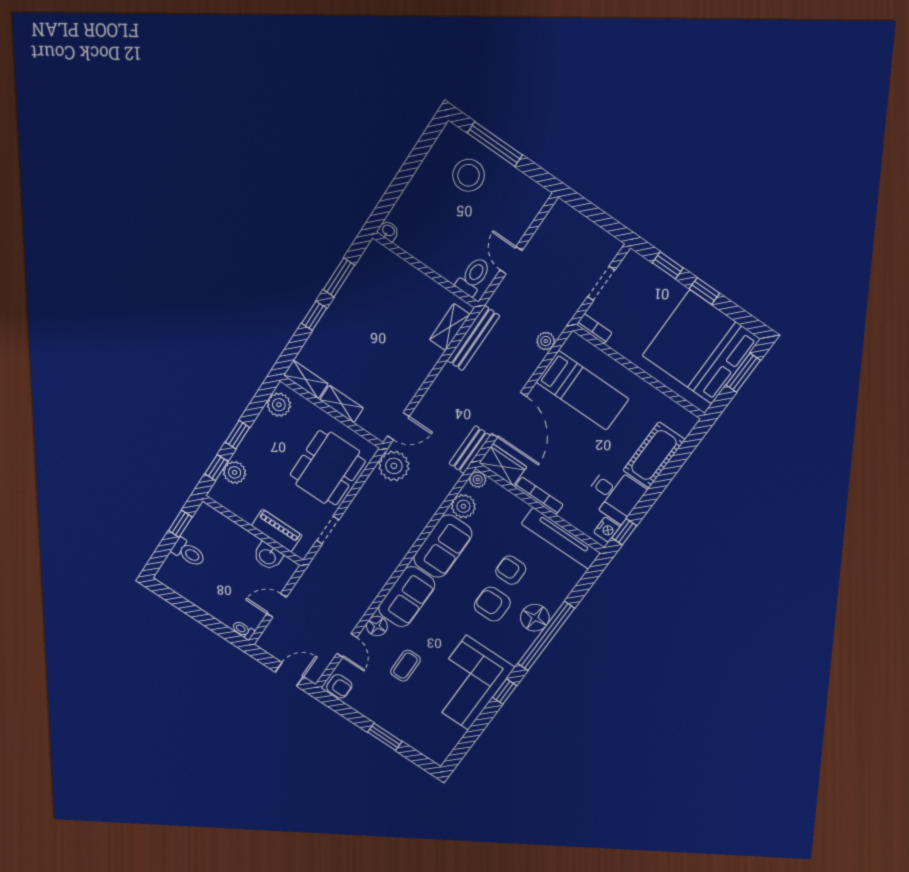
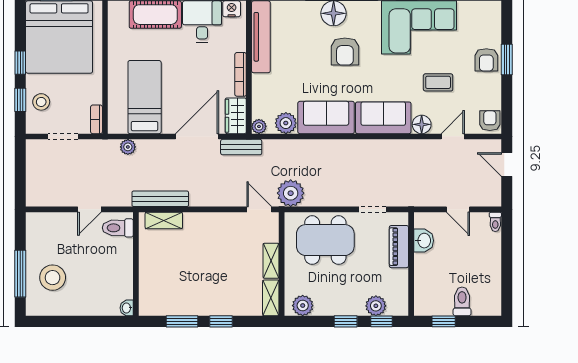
stool: (651, 285) -> (41, 102), added
armchair: (511, 570) -> (486, 60), moved

